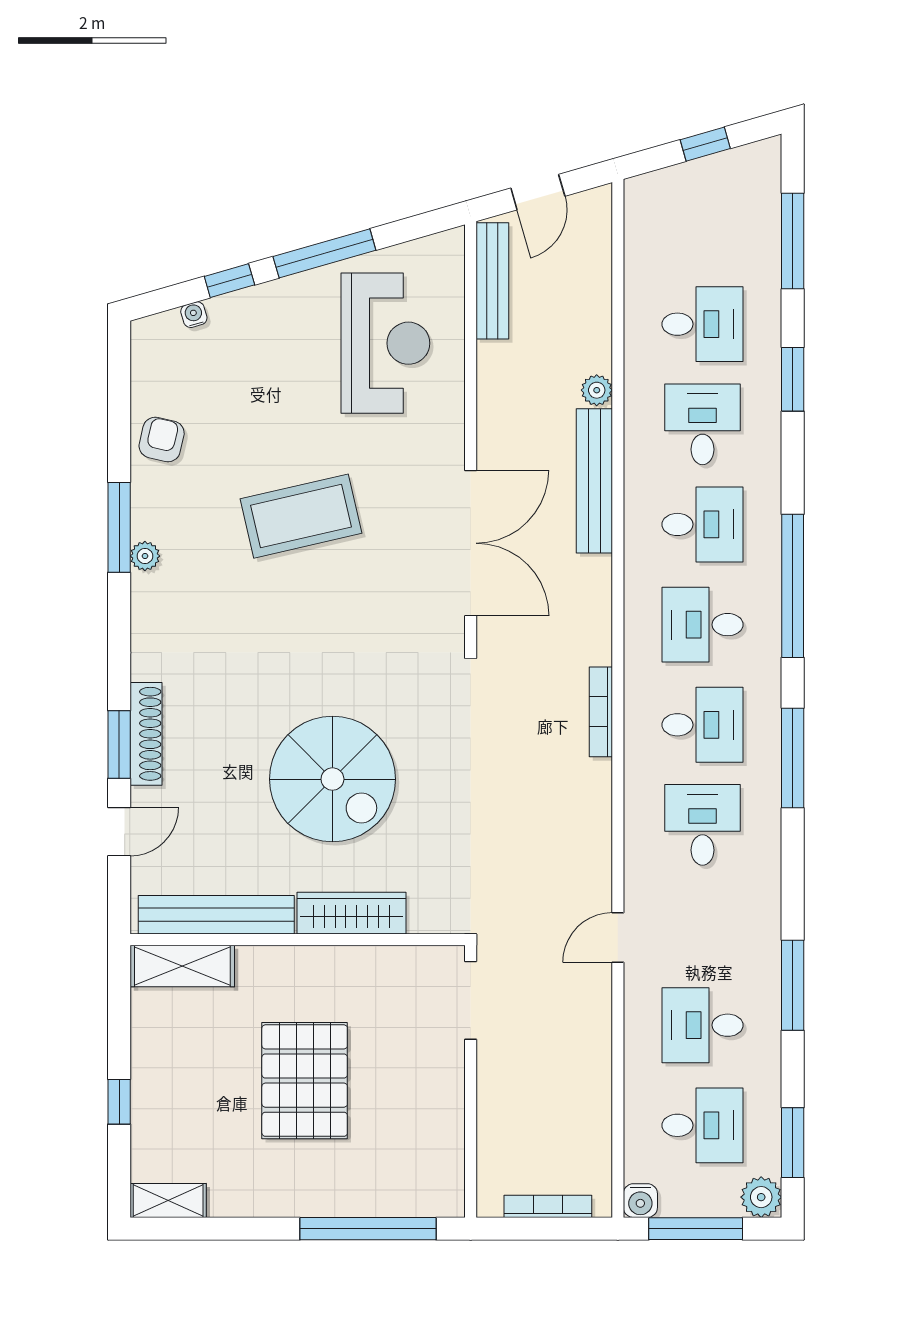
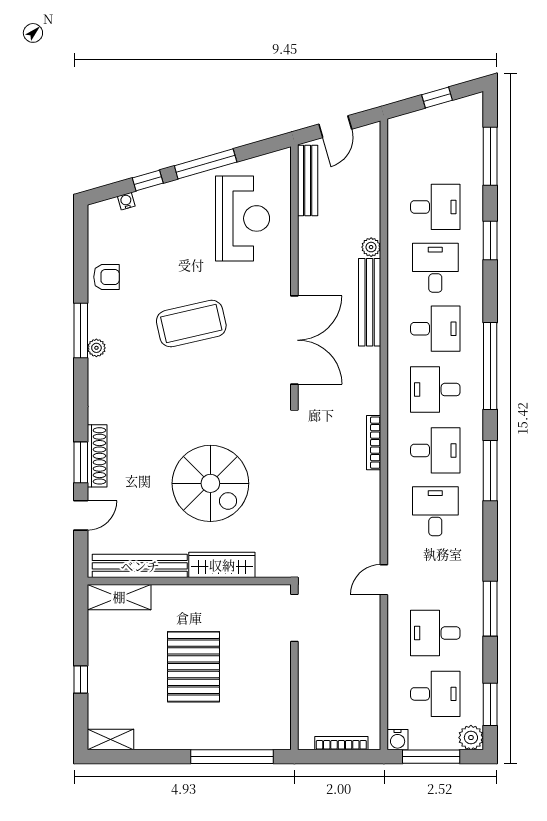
armchair: (162, 439) -> (107, 277), turned 77

